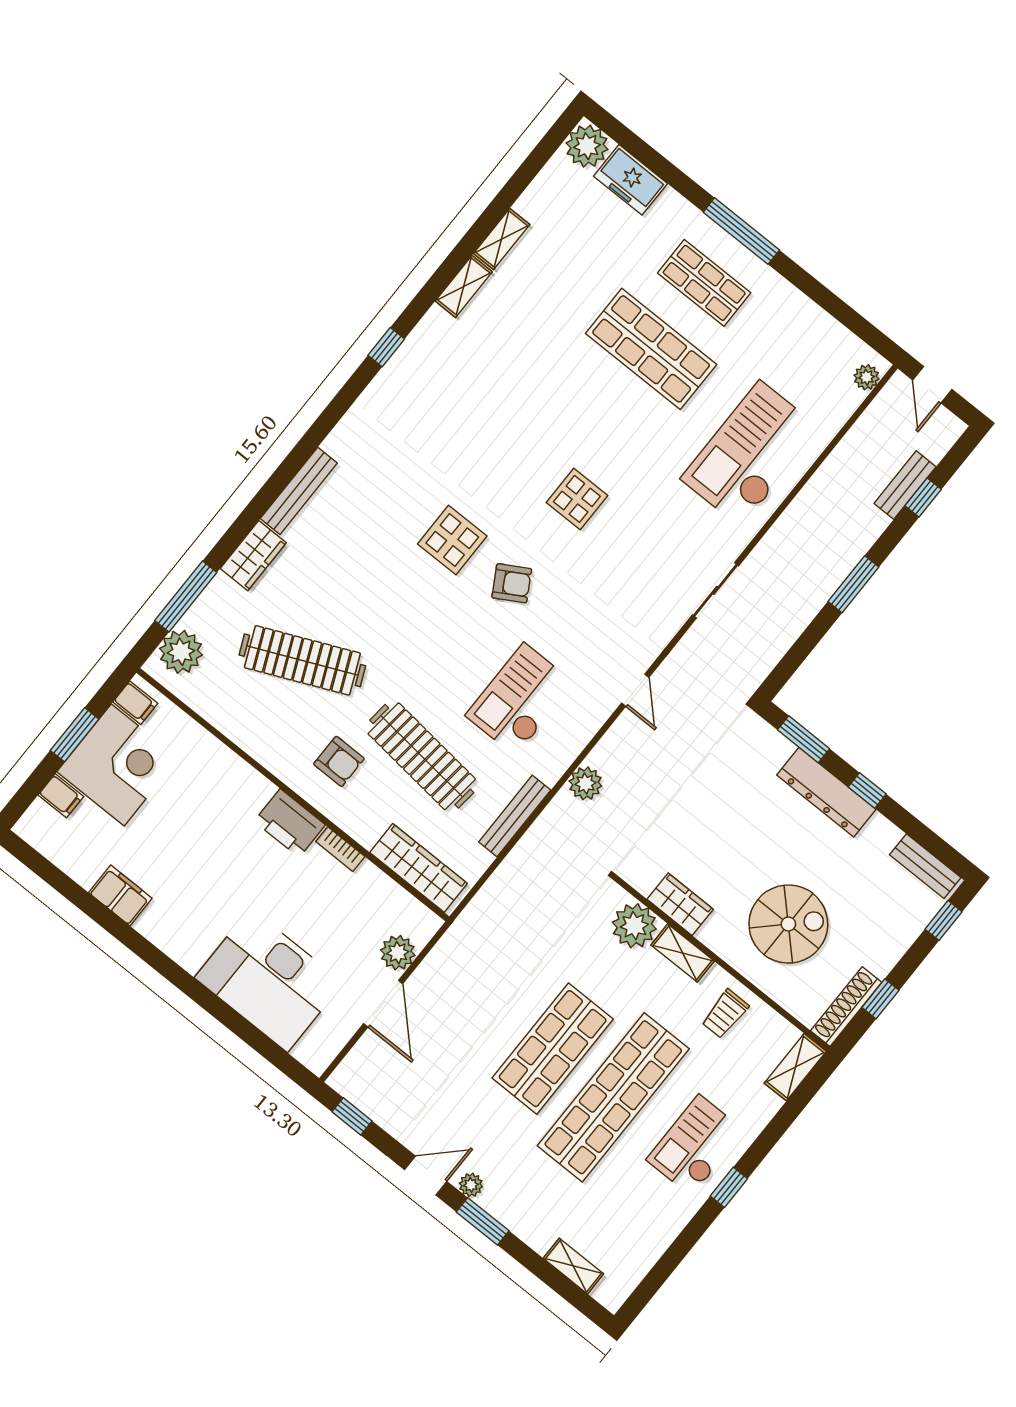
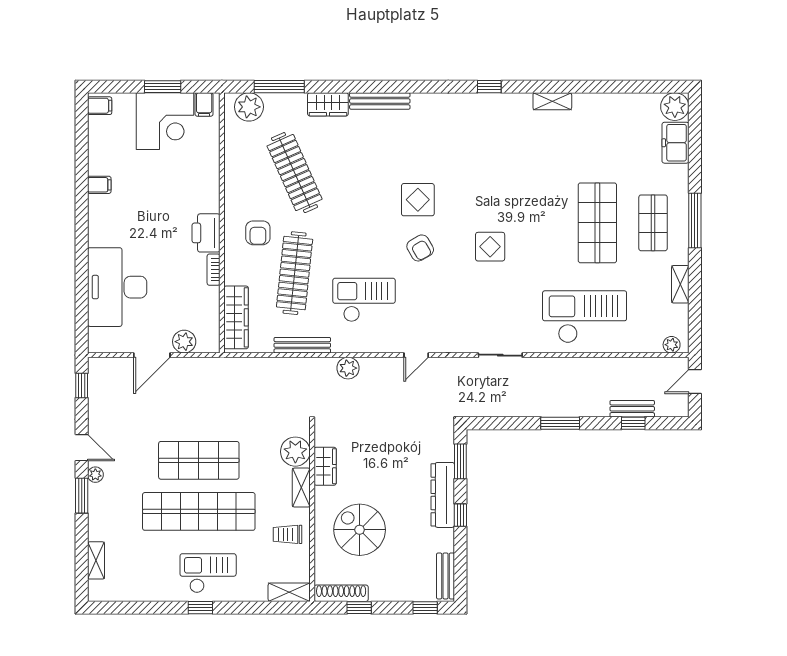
shelving: (502, 239) -> (680, 284), moved, turned 90
filing cabinet: (61, 796) -> (100, 106), moved, turned -90
filing cabinet: (120, 895) -> (99, 185), width x0.50
spiral stairs: (788, 924) -> (360, 530), turned 180

